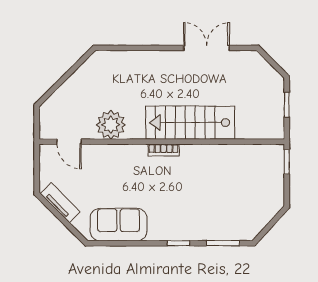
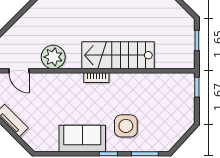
side table: (200, 209) -> (126, 126), added
sofa: (119, 225) -> (82, 138), moved

